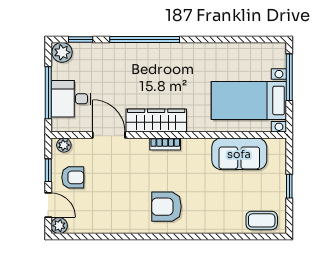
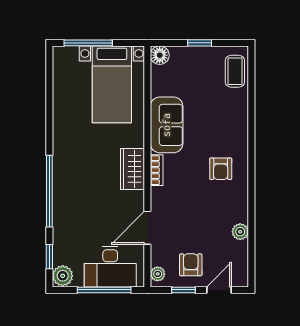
desk: (71, 99) -> (110, 267), width x1.37
wardrobe: (156, 121) -> (133, 169), width x0.67
floor lamp: (277, 147) -> (160, 55), added
sofa: (239, 154) -> (167, 125), moved
armchair: (166, 207) -> (221, 169), width x0.72, depth x0.72
plant: (59, 226) -> (240, 232), moved

